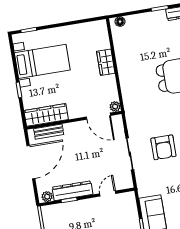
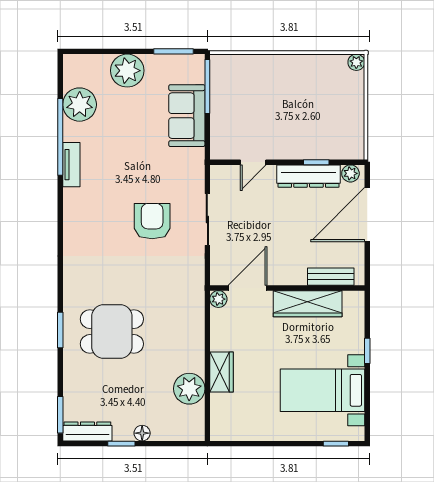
floor lamp: (120, 22) -> (142, 433), moved
plant: (124, 49) -> (189, 389), added
wardrobe: (46, 115) -> (308, 304), moved
door: (98, 116) -> (247, 288), hinge flipped
door: (31, 162) -> (367, 214), moved

